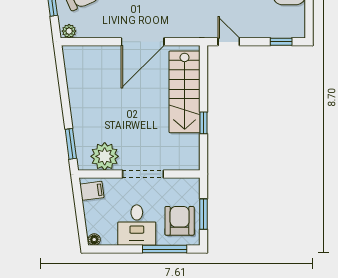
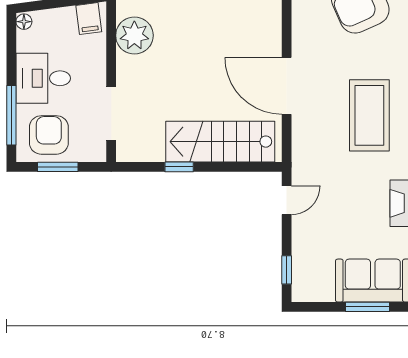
doorway: (143, 174) -> (111, 114), moved
armchair: (180, 221) -> (49, 135), turned -90

